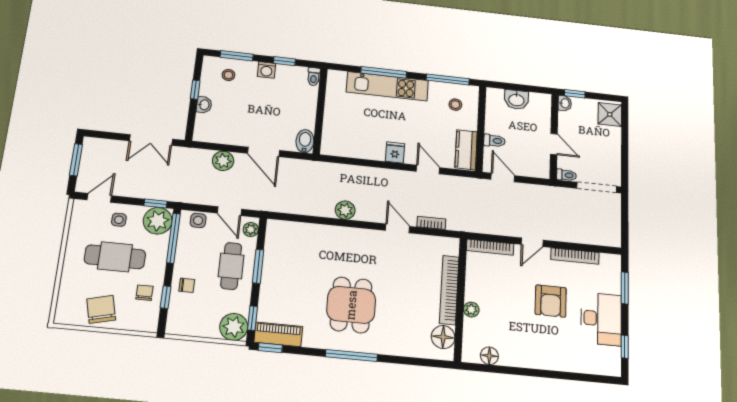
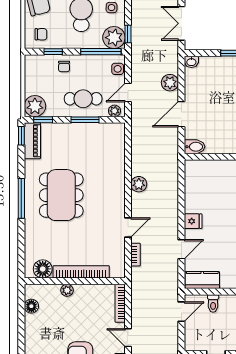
washbasin: (204, 105) -> (191, 62), moved
chair: (144, 293) -> (41, 34), moved
dining table: (351, 305) -> (61, 195), width x1.38

